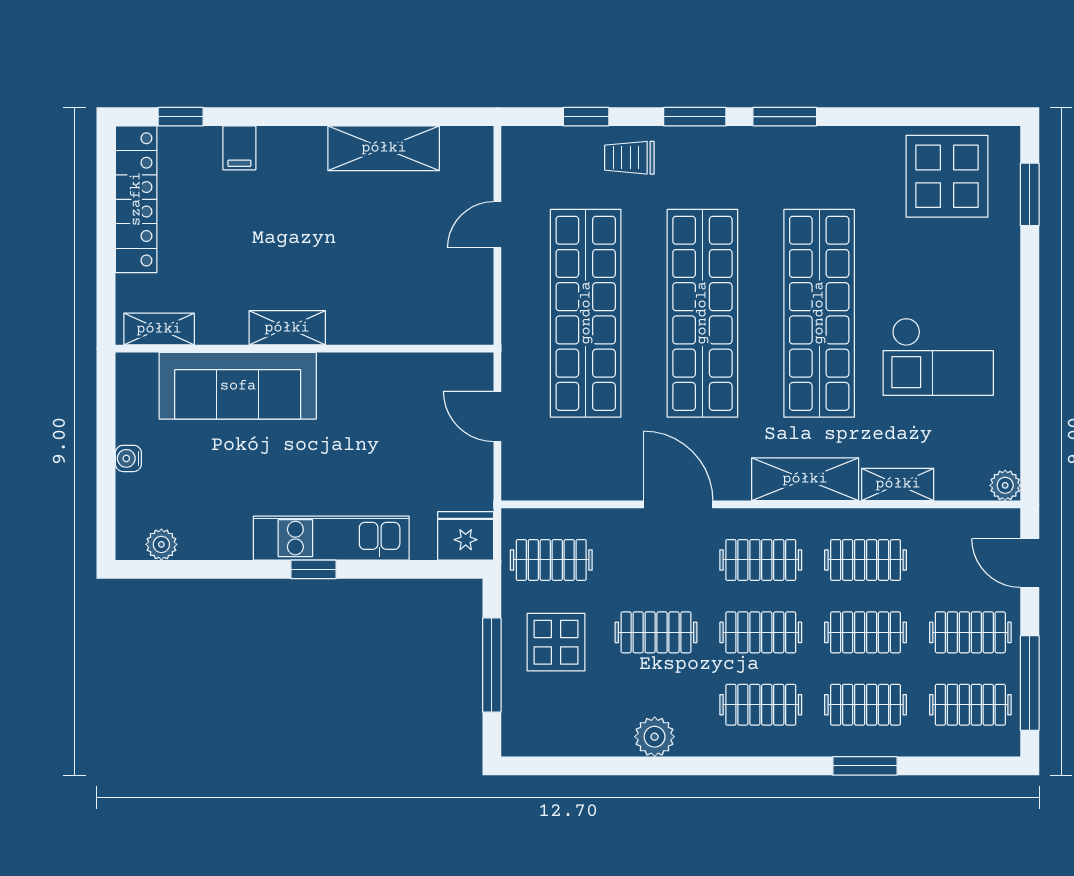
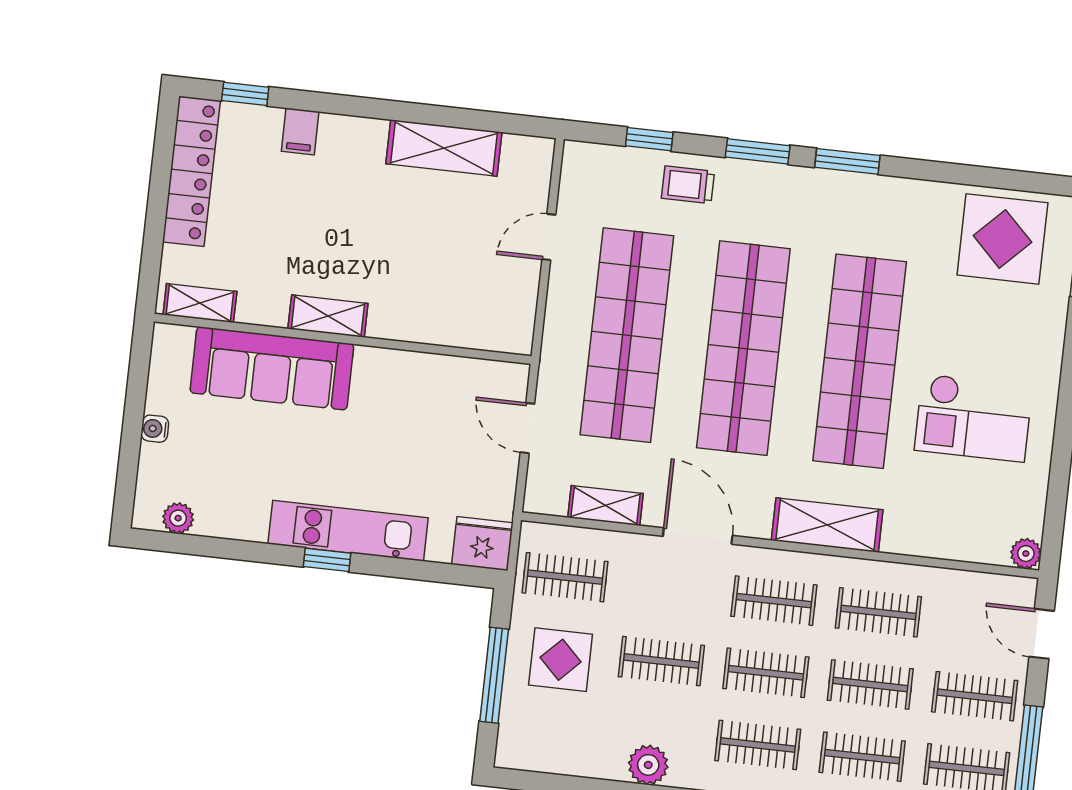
shelving: (898, 484) -> (606, 506), moved

